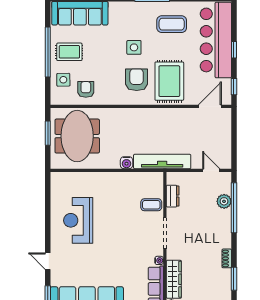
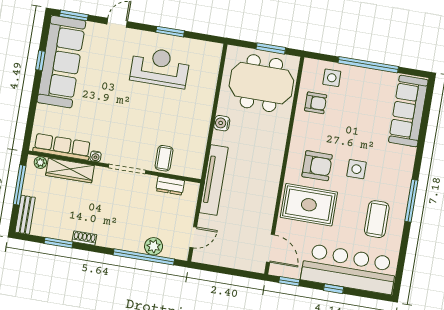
rug: (69, 52) -> (364, 91), removed
water cooler: (127, 163) -> (222, 123), moved
window: (48, 217) -> (170, 32), added

